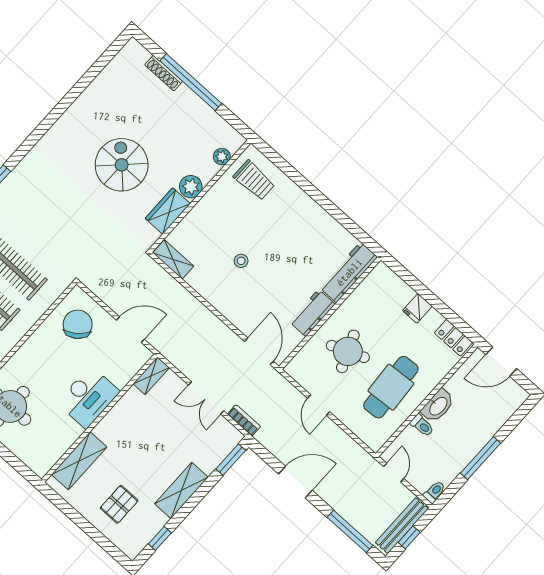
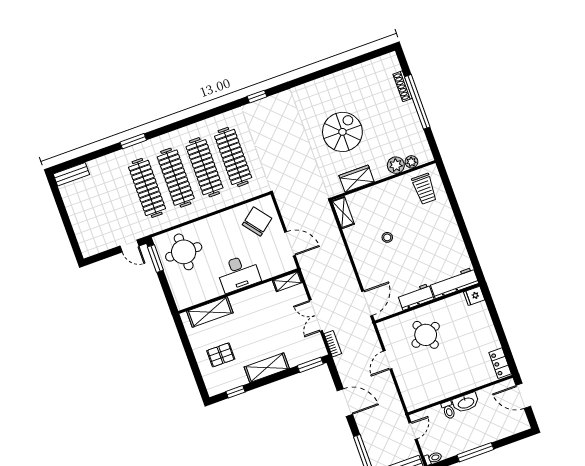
plant: (191, 187) -> (396, 165), moved
fridge: (417, 308) -> (474, 296), moved
cafe table: (391, 387) -> (441, 374), removed

